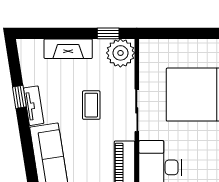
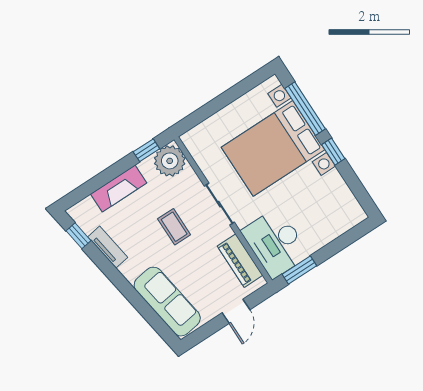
window: (19, 97) -> (78, 236), moved
tv unit: (34, 106) -> (108, 247), moved

